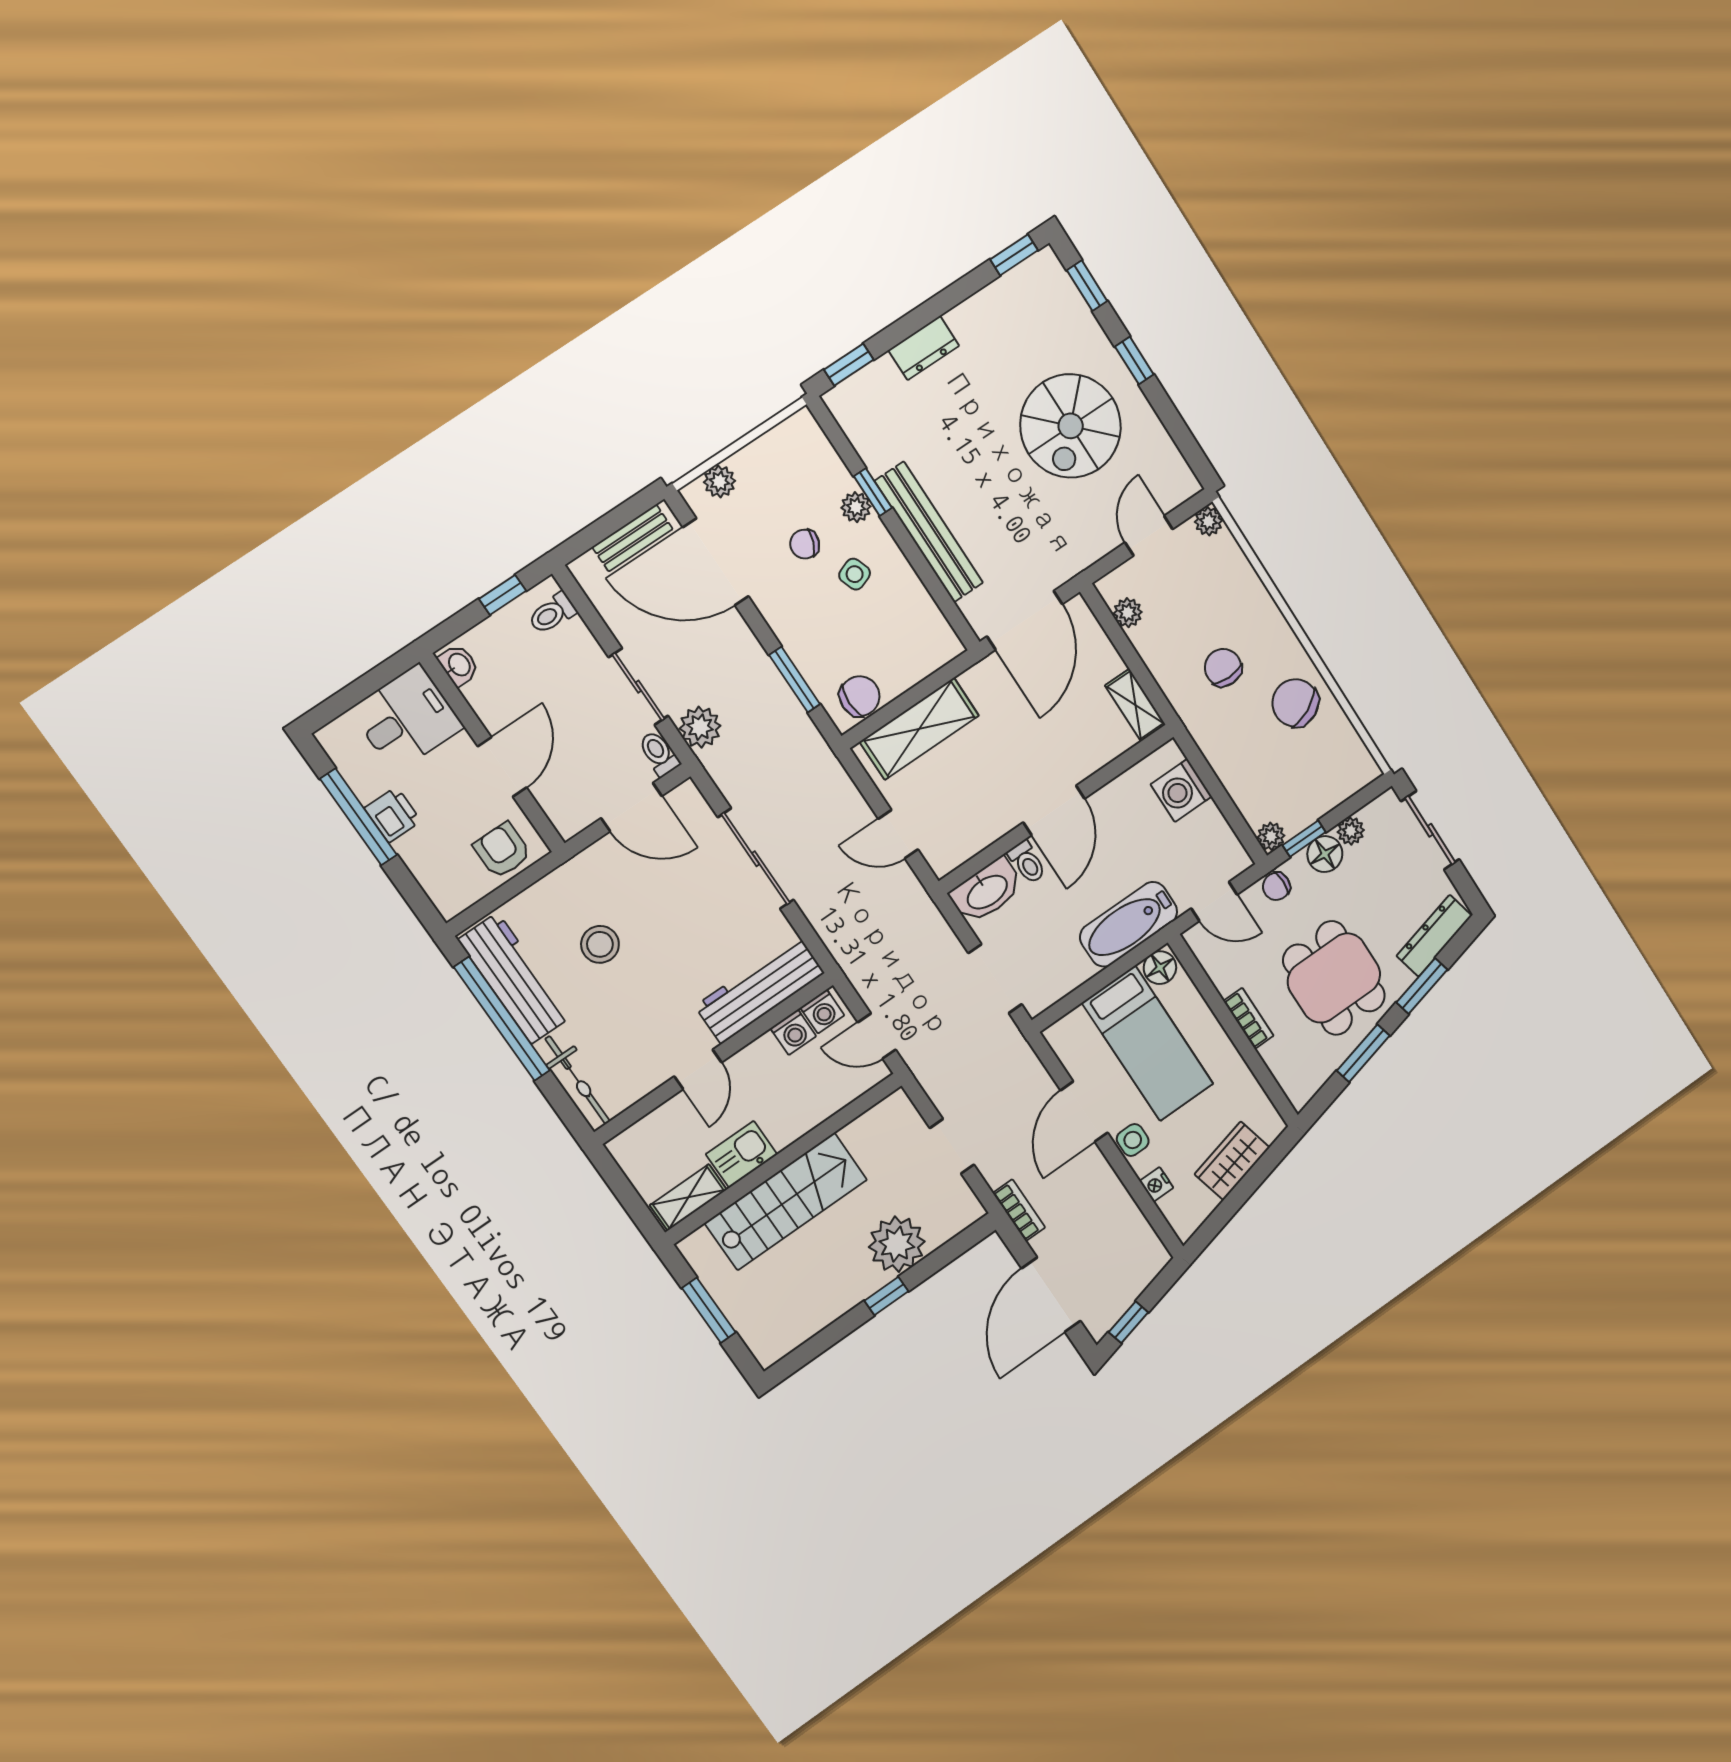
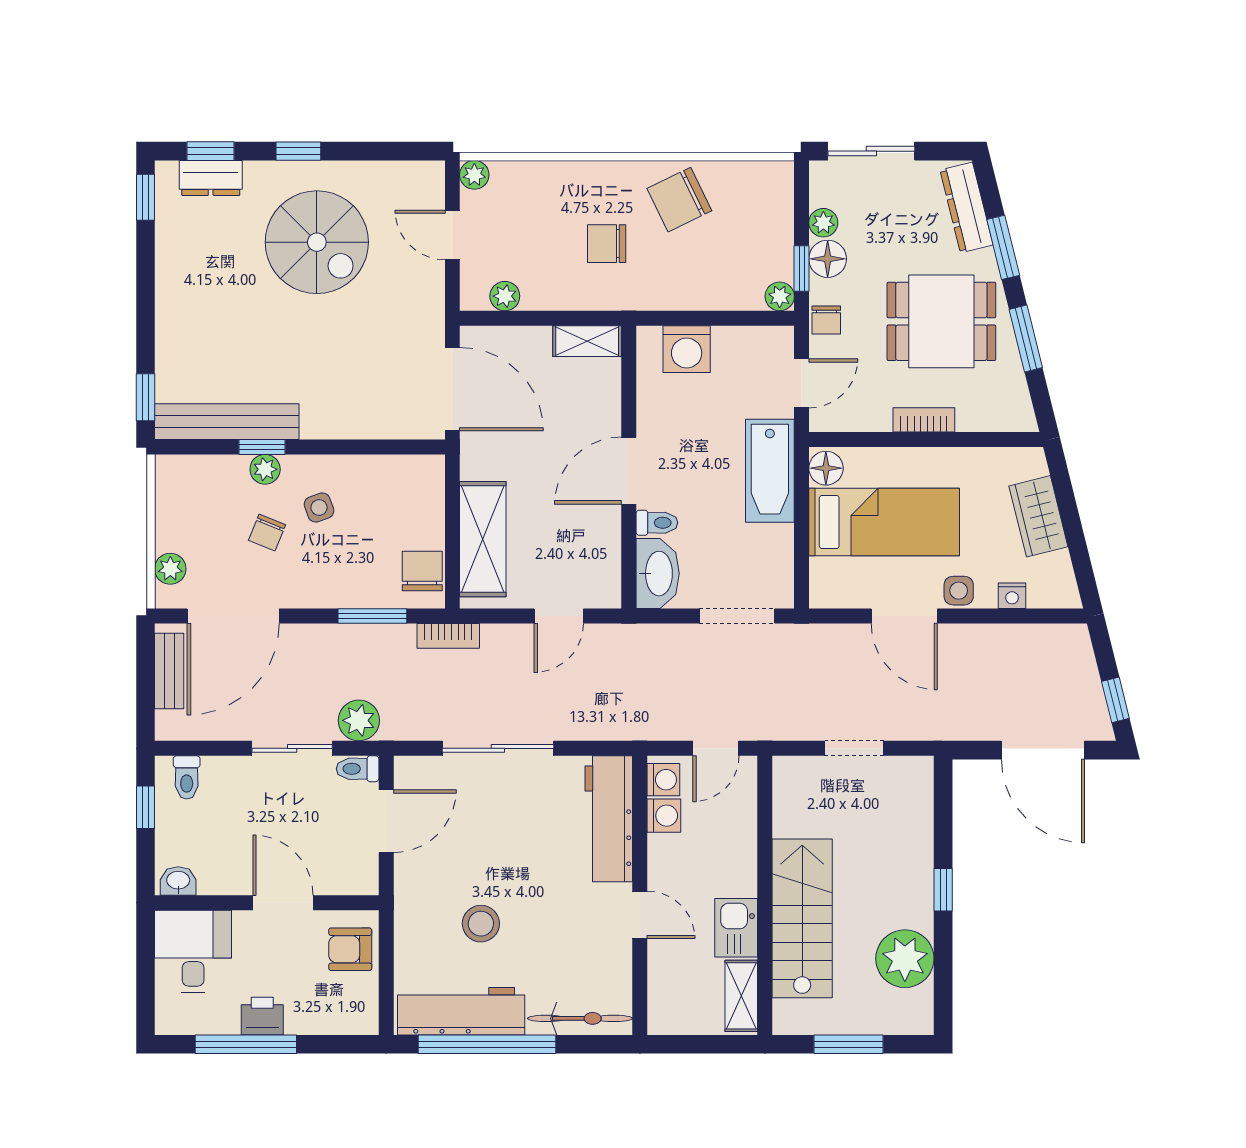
dresser: (924, 348) -> (211, 178), moved, turned 90
bench: (929, 532) -> (227, 422), moved
door: (1054, 810) -> (629, 471), swing flipped
bookcase: (1019, 1210) -> (448, 636), moved, turned 180
plant: (897, 1244) -> (905, 959), moved

